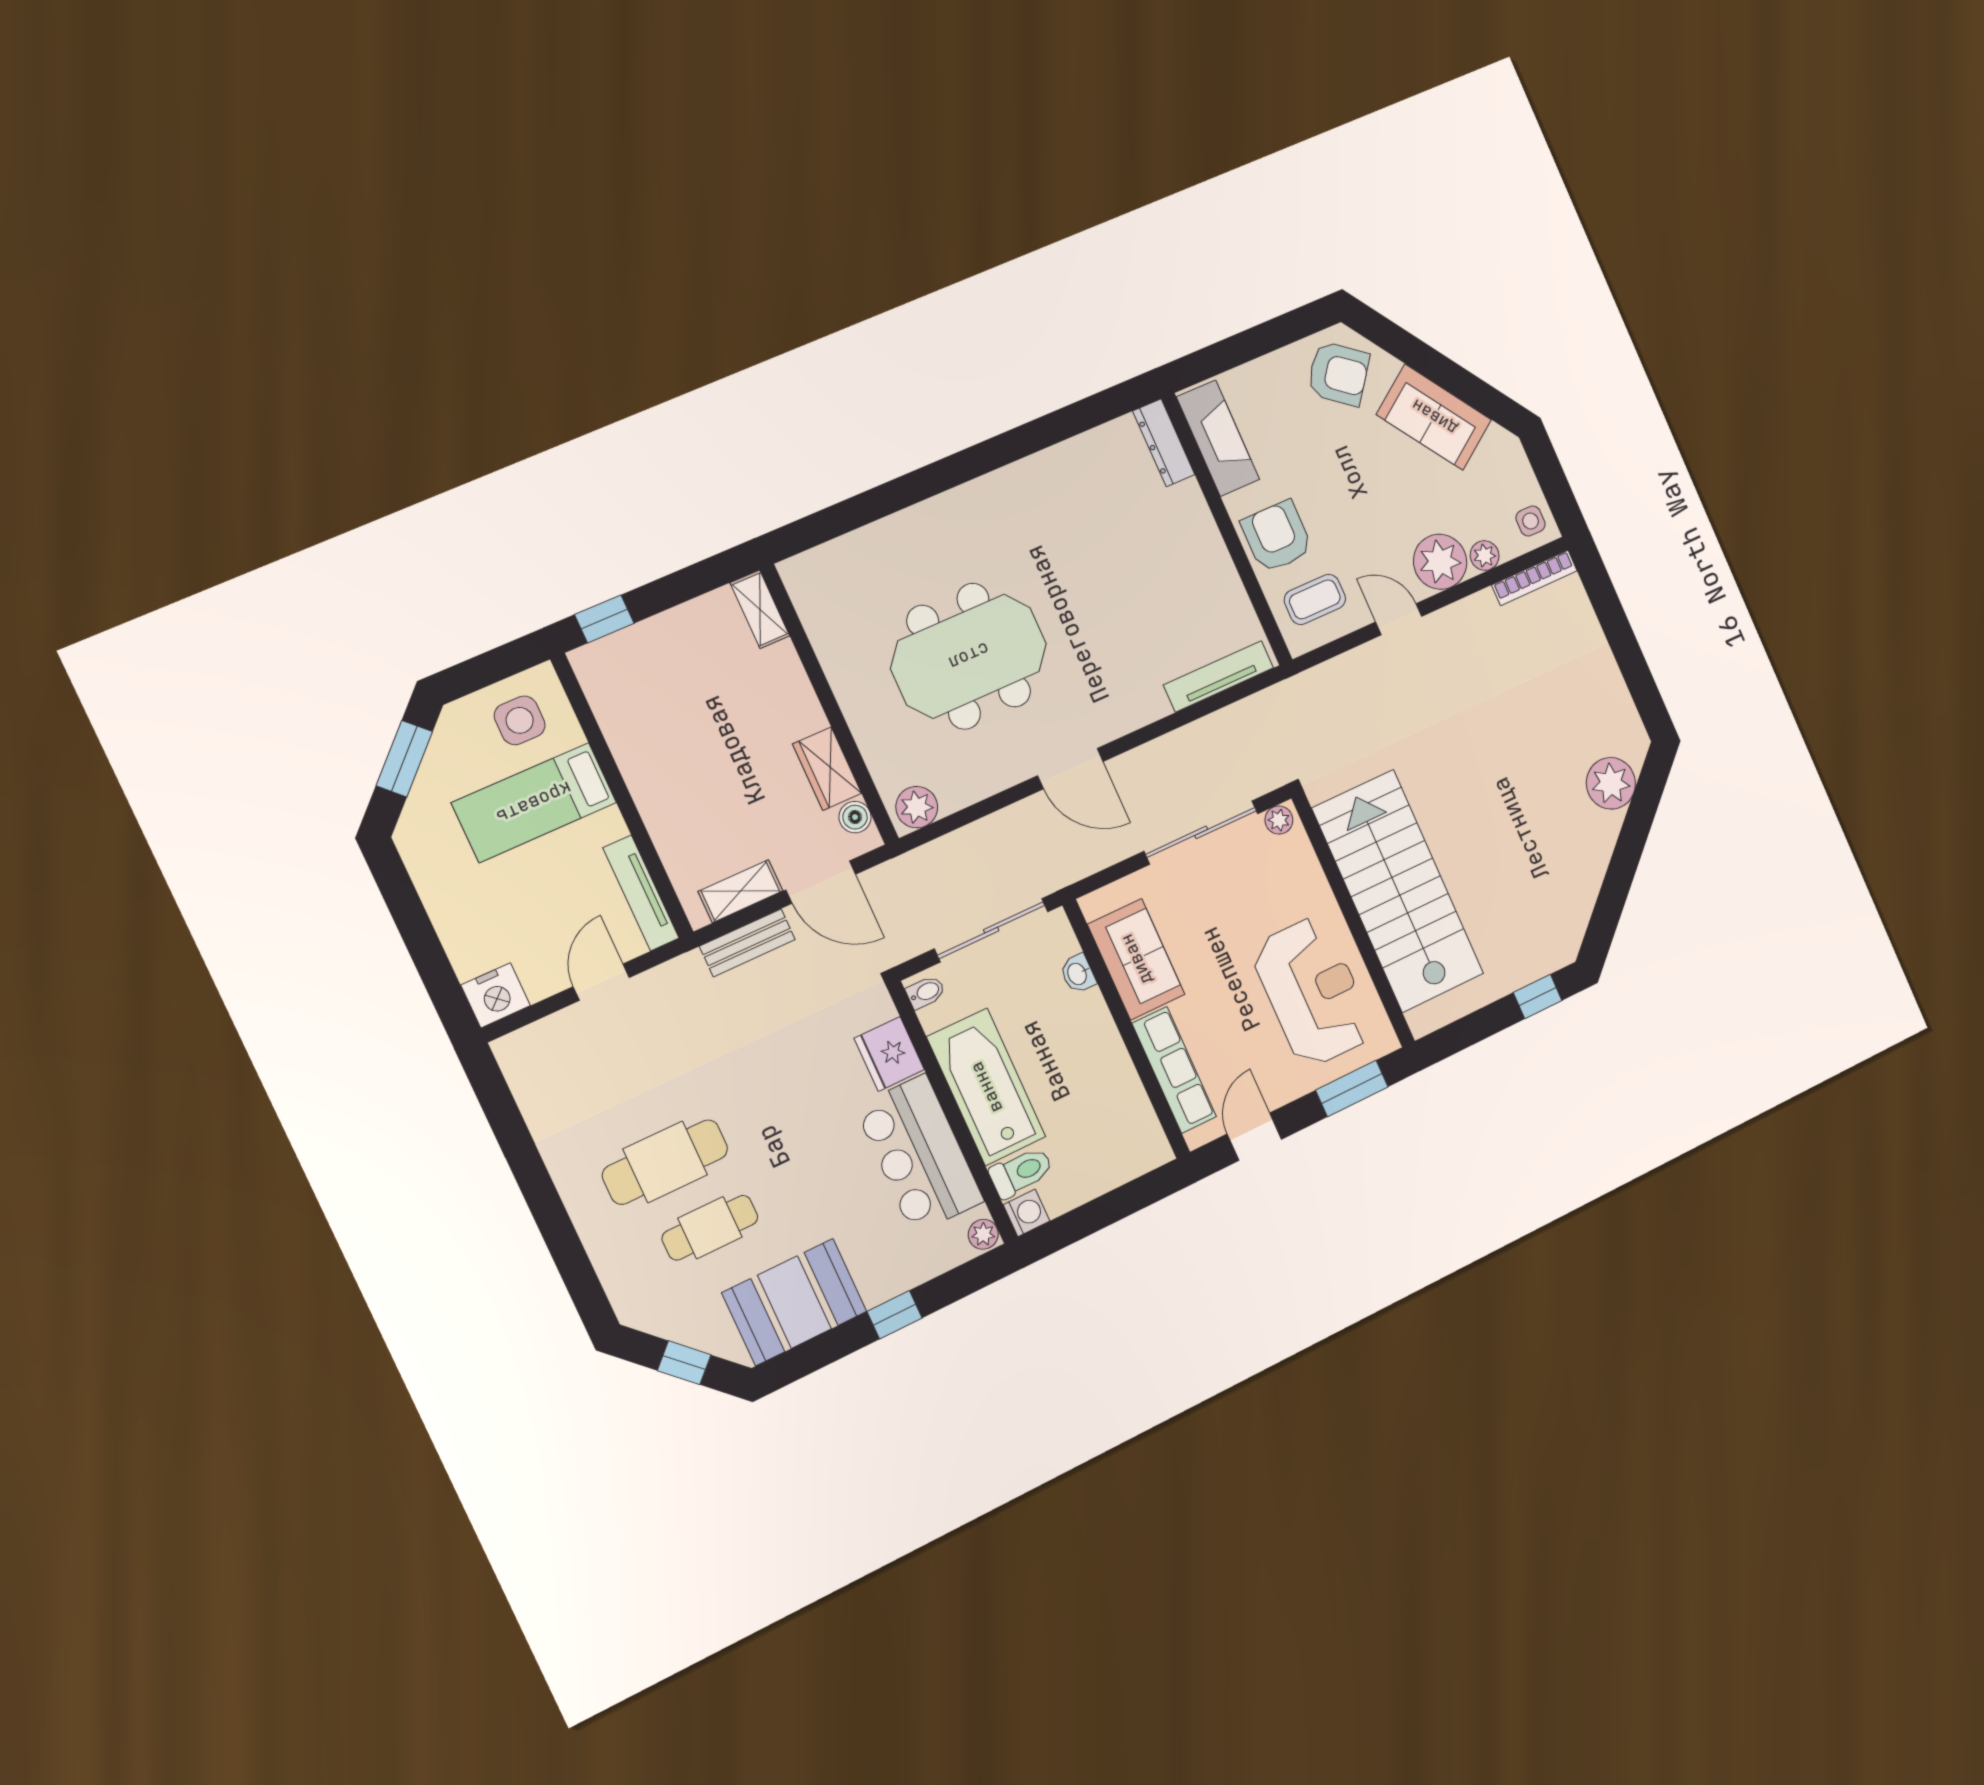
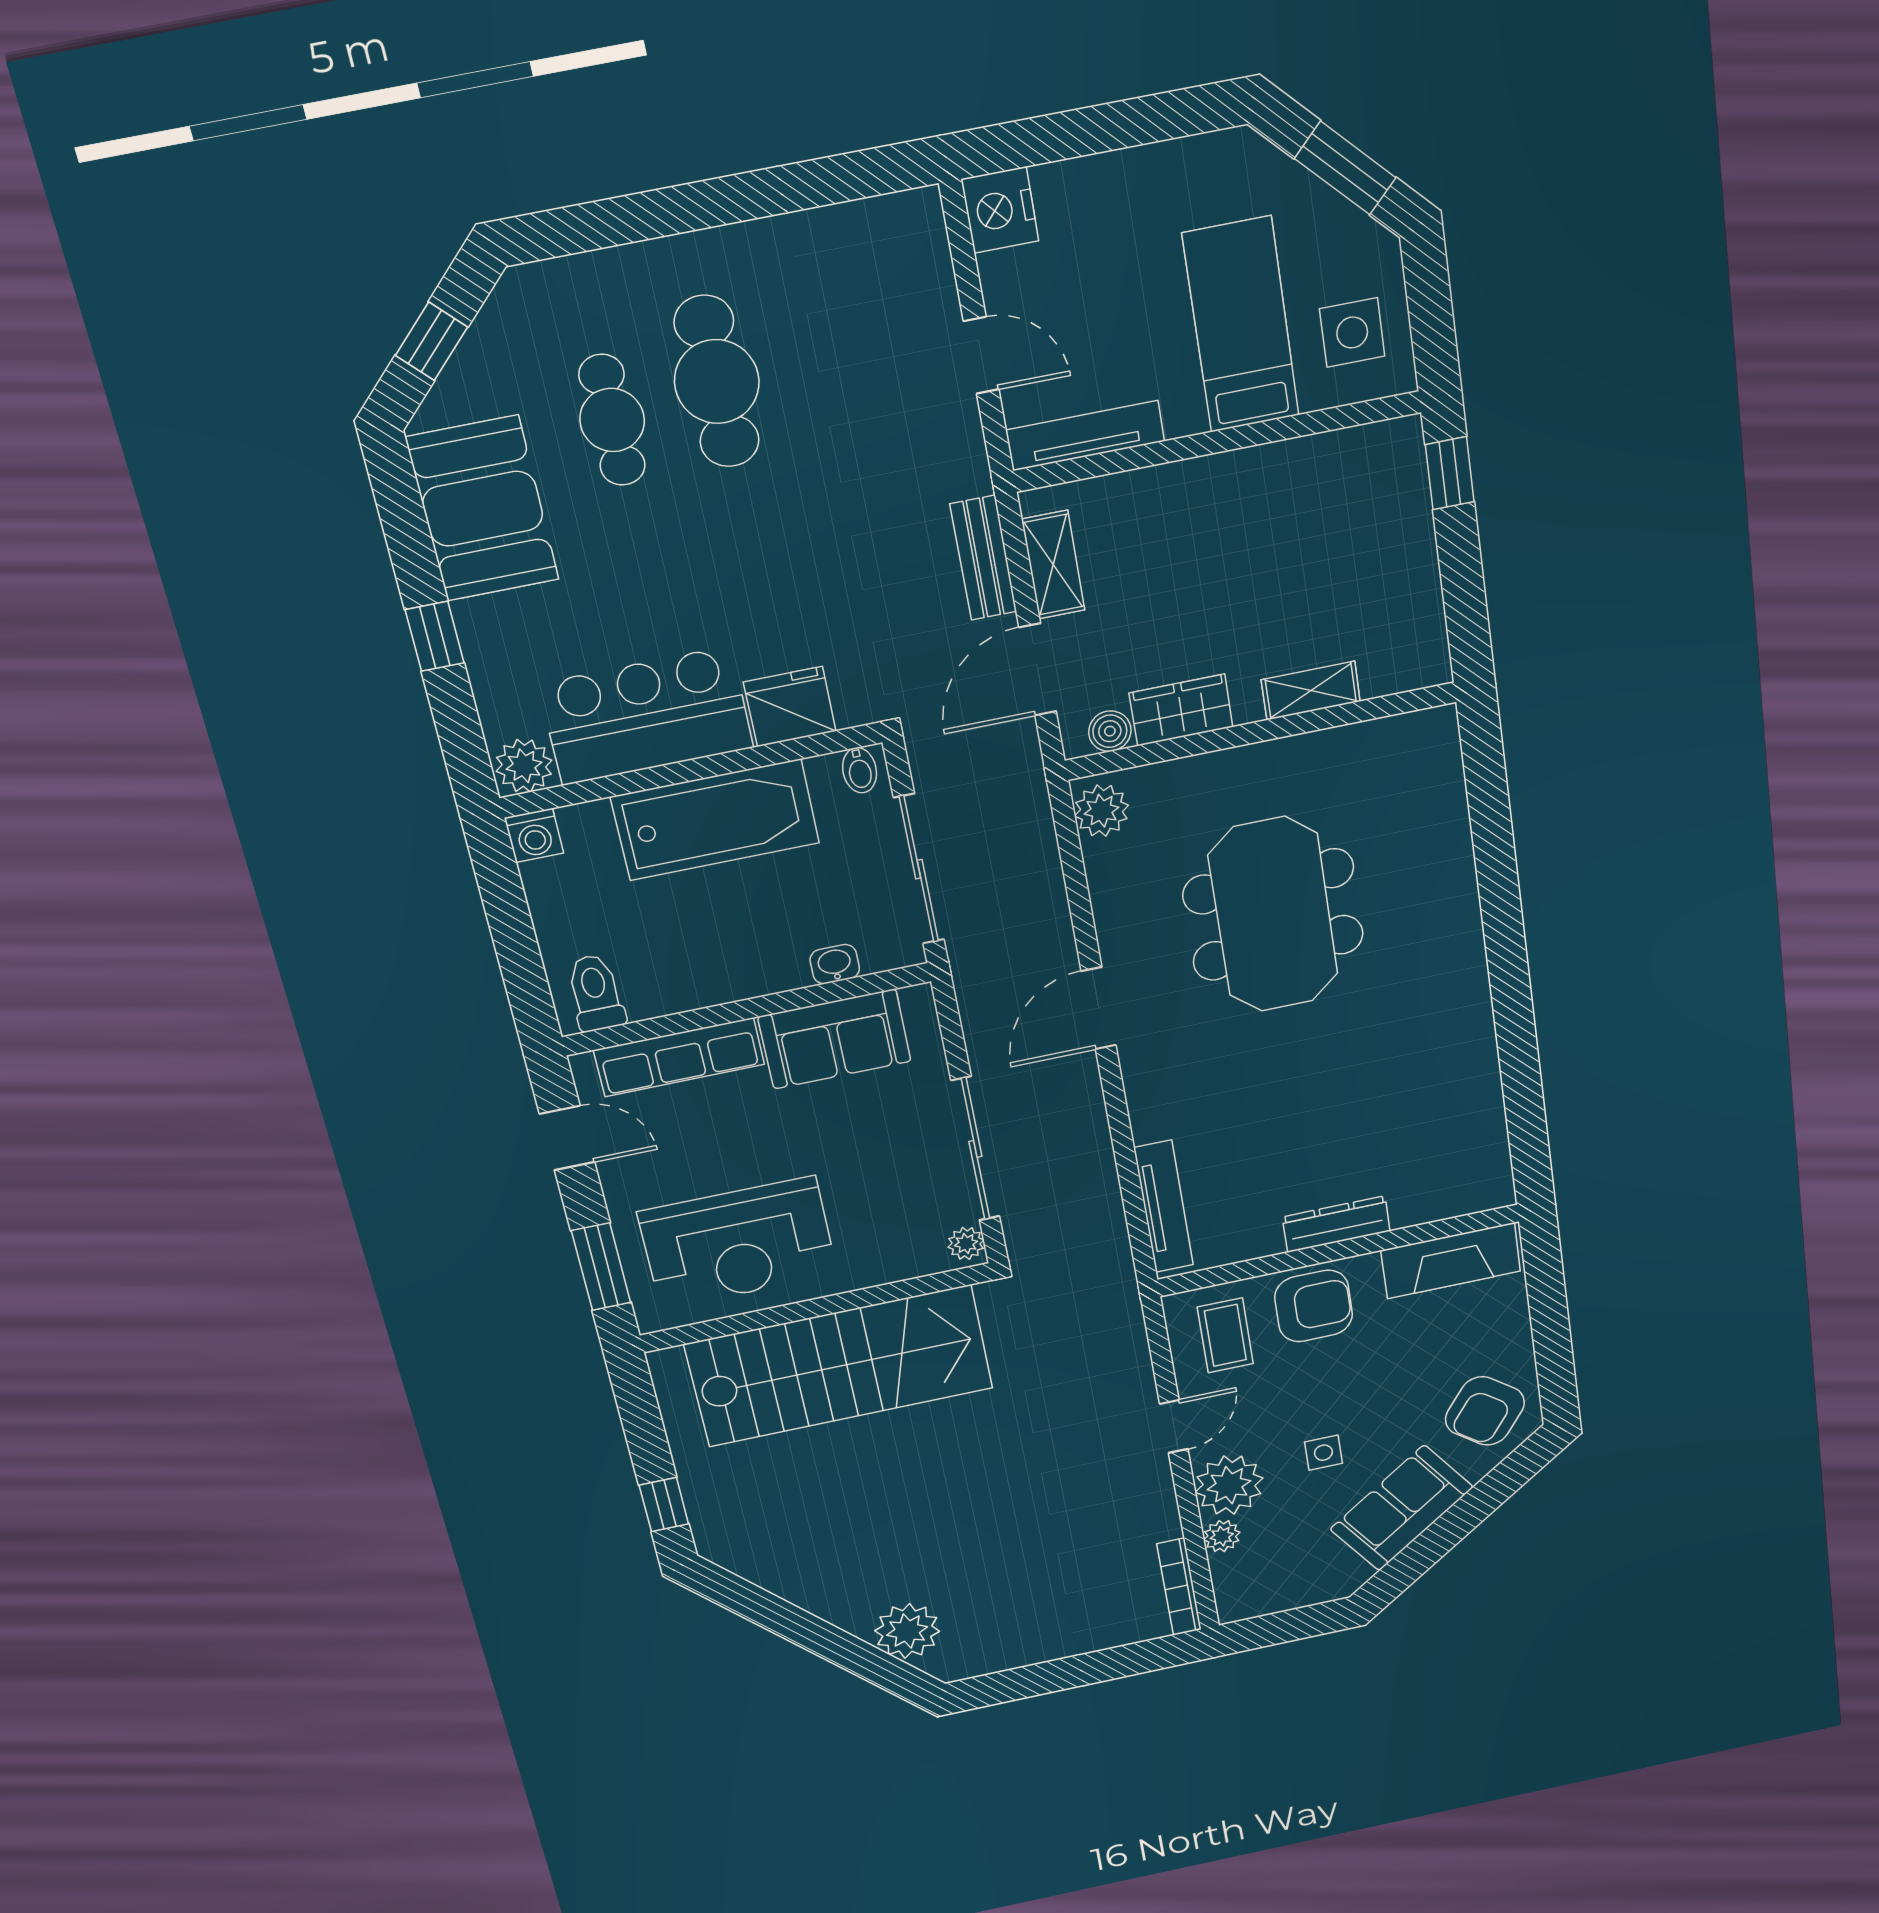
dresser: (1164, 443) -> (1336, 1224), moved
side table: (1530, 521) -> (1323, 1453), moved
shelving: (760, 609) -> (1311, 691), moved
toilet: (1021, 1172) -> (596, 993), moved, turned 180
plant: (983, 1234) -> (524, 766), width x1.38, depth x1.38

